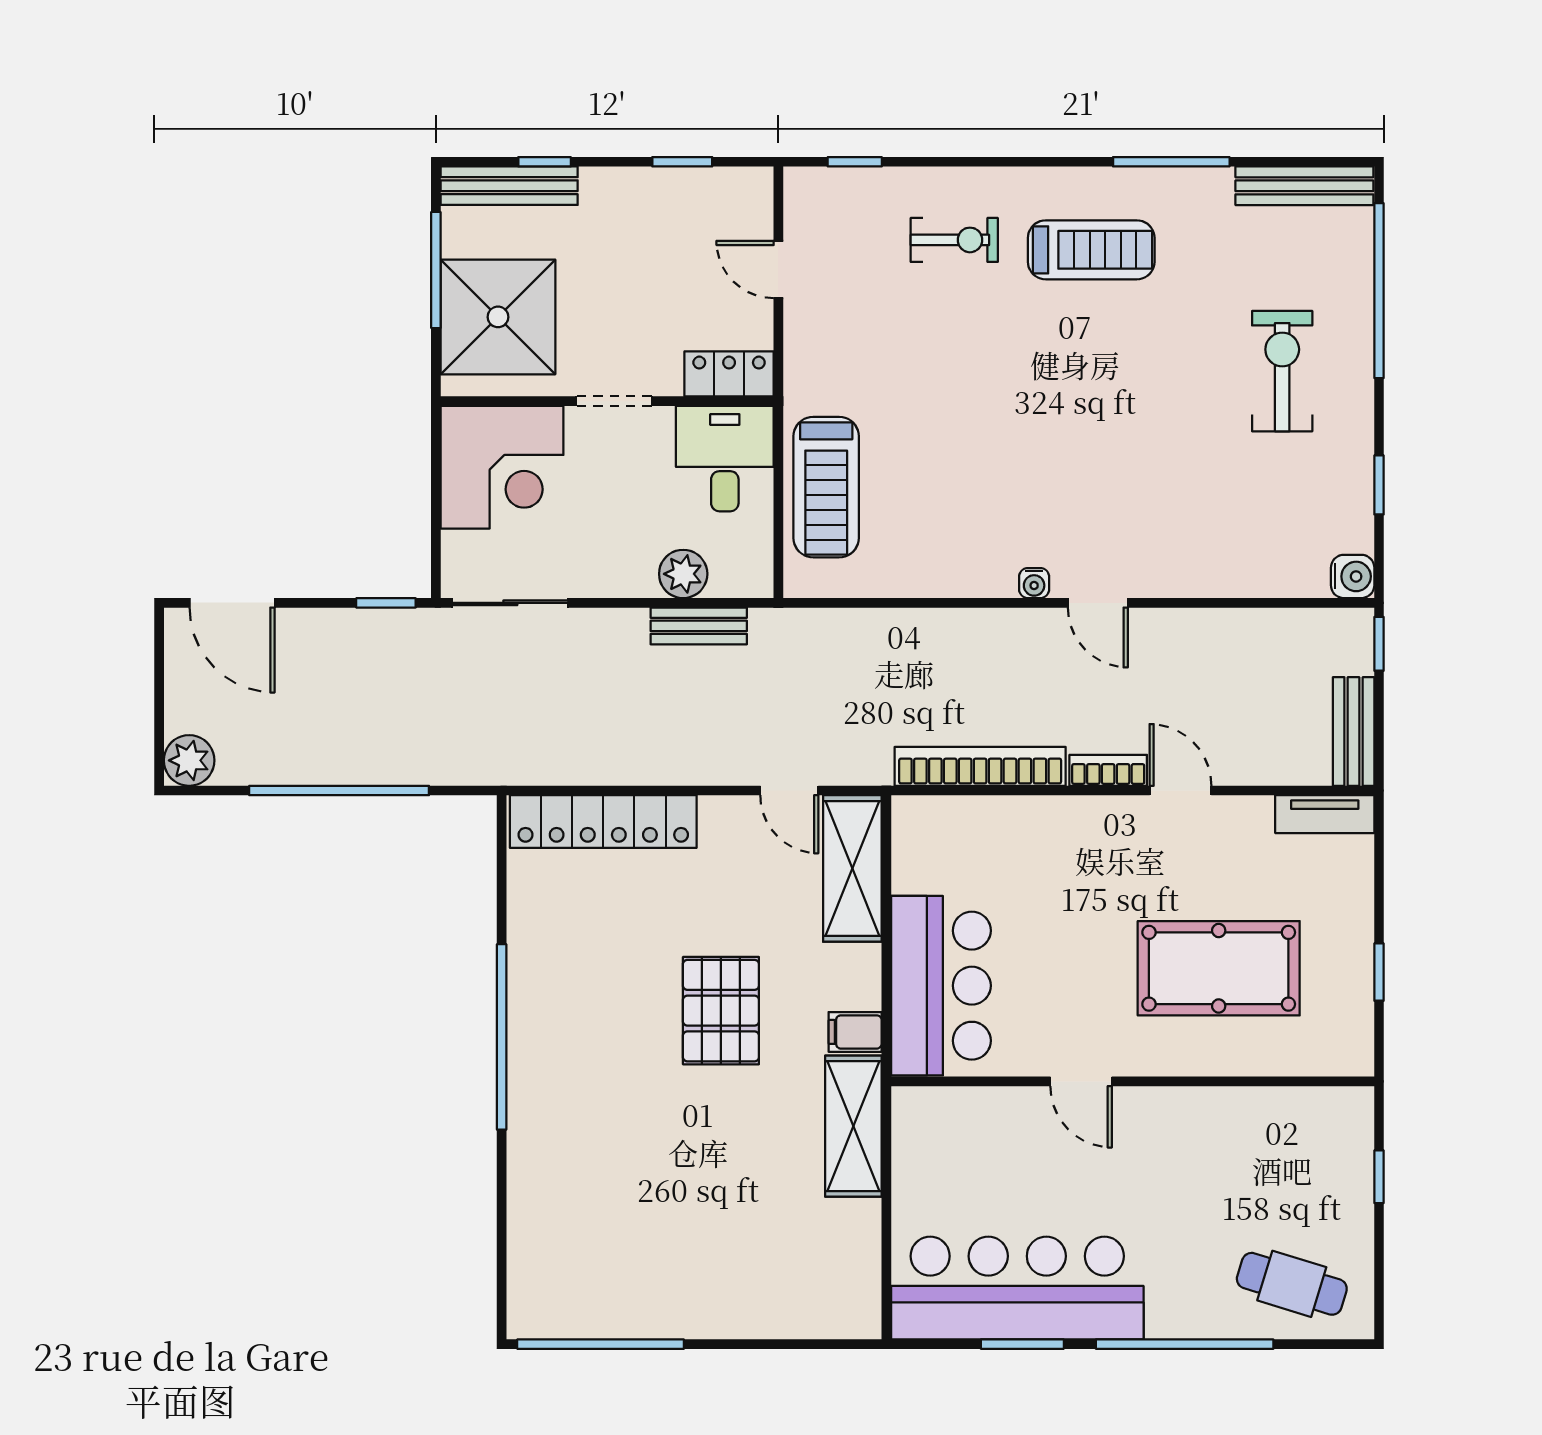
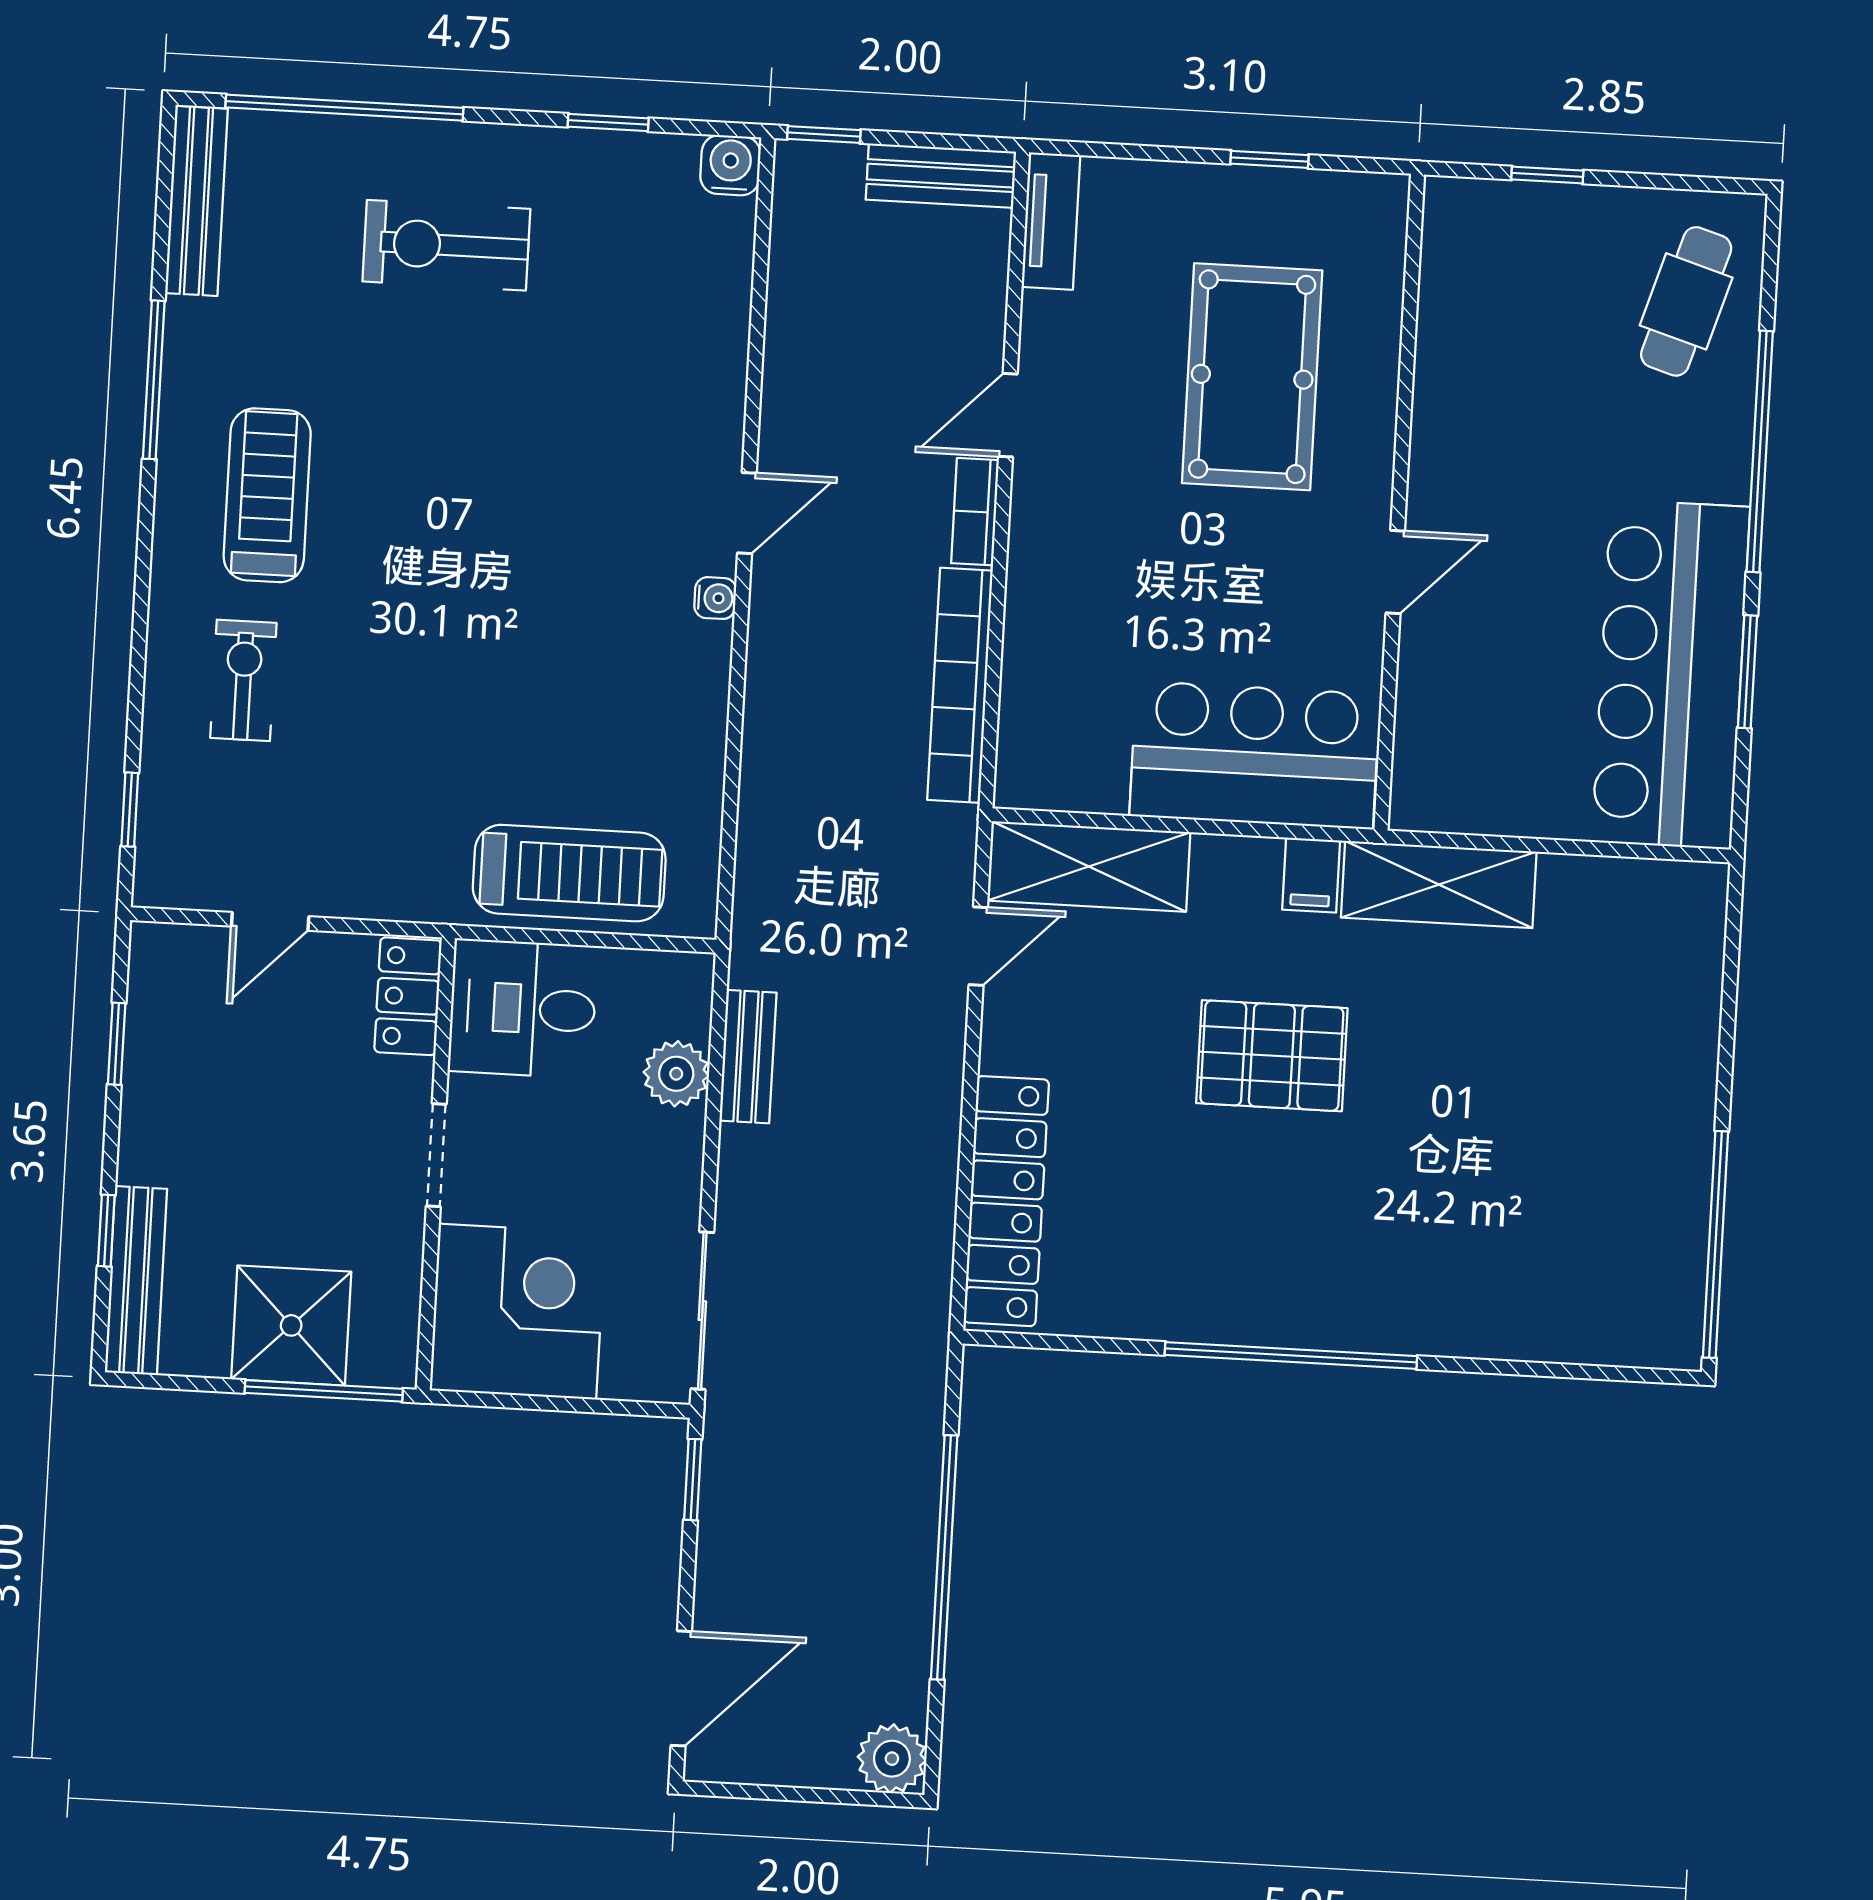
window: (436, 270) -> (324, 1391), moved
shower: (498, 317) -> (291, 1325), width x0.73, depth x0.73

